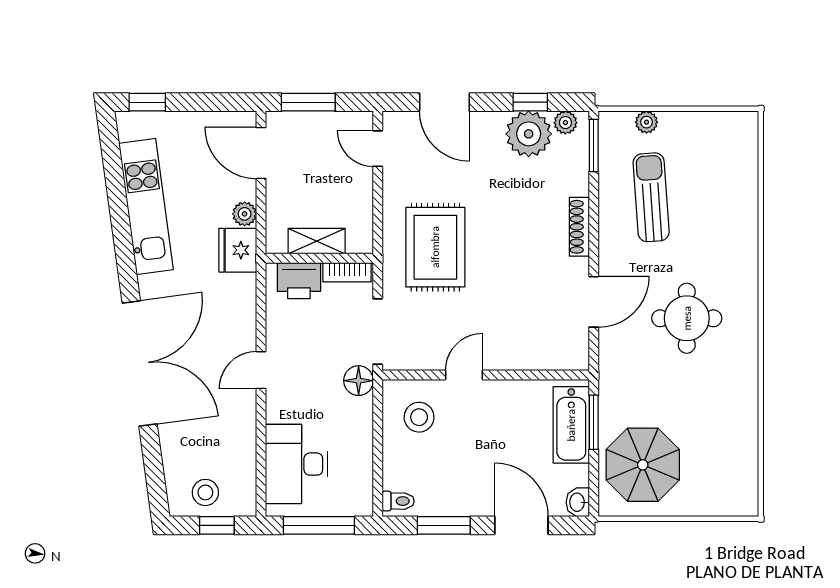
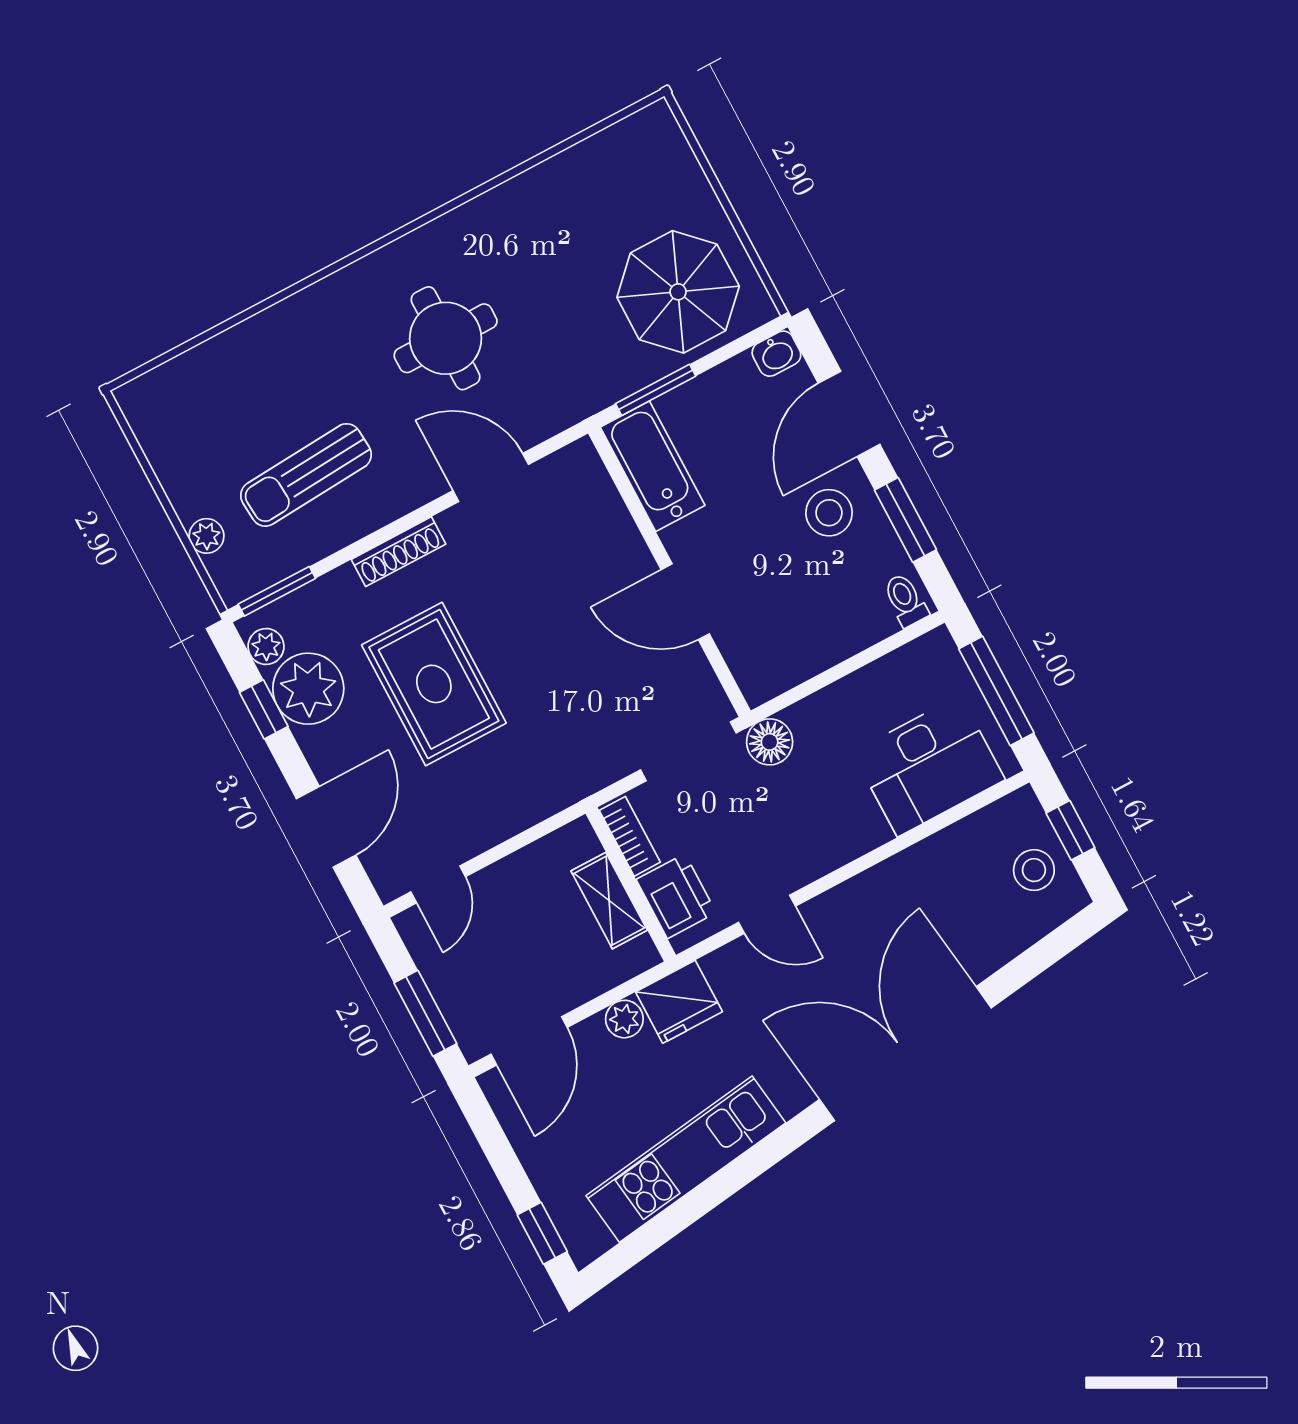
rug: (435, 247) -> (434, 684), moved, turned 90
door: (261, 370) -> (767, 914), moved
door: (464, 375) -> (685, 602), width x1.38
stool: (419, 417) -> (829, 513), moved
bathtub: (571, 425) -> (653, 466), moved, turned -90

